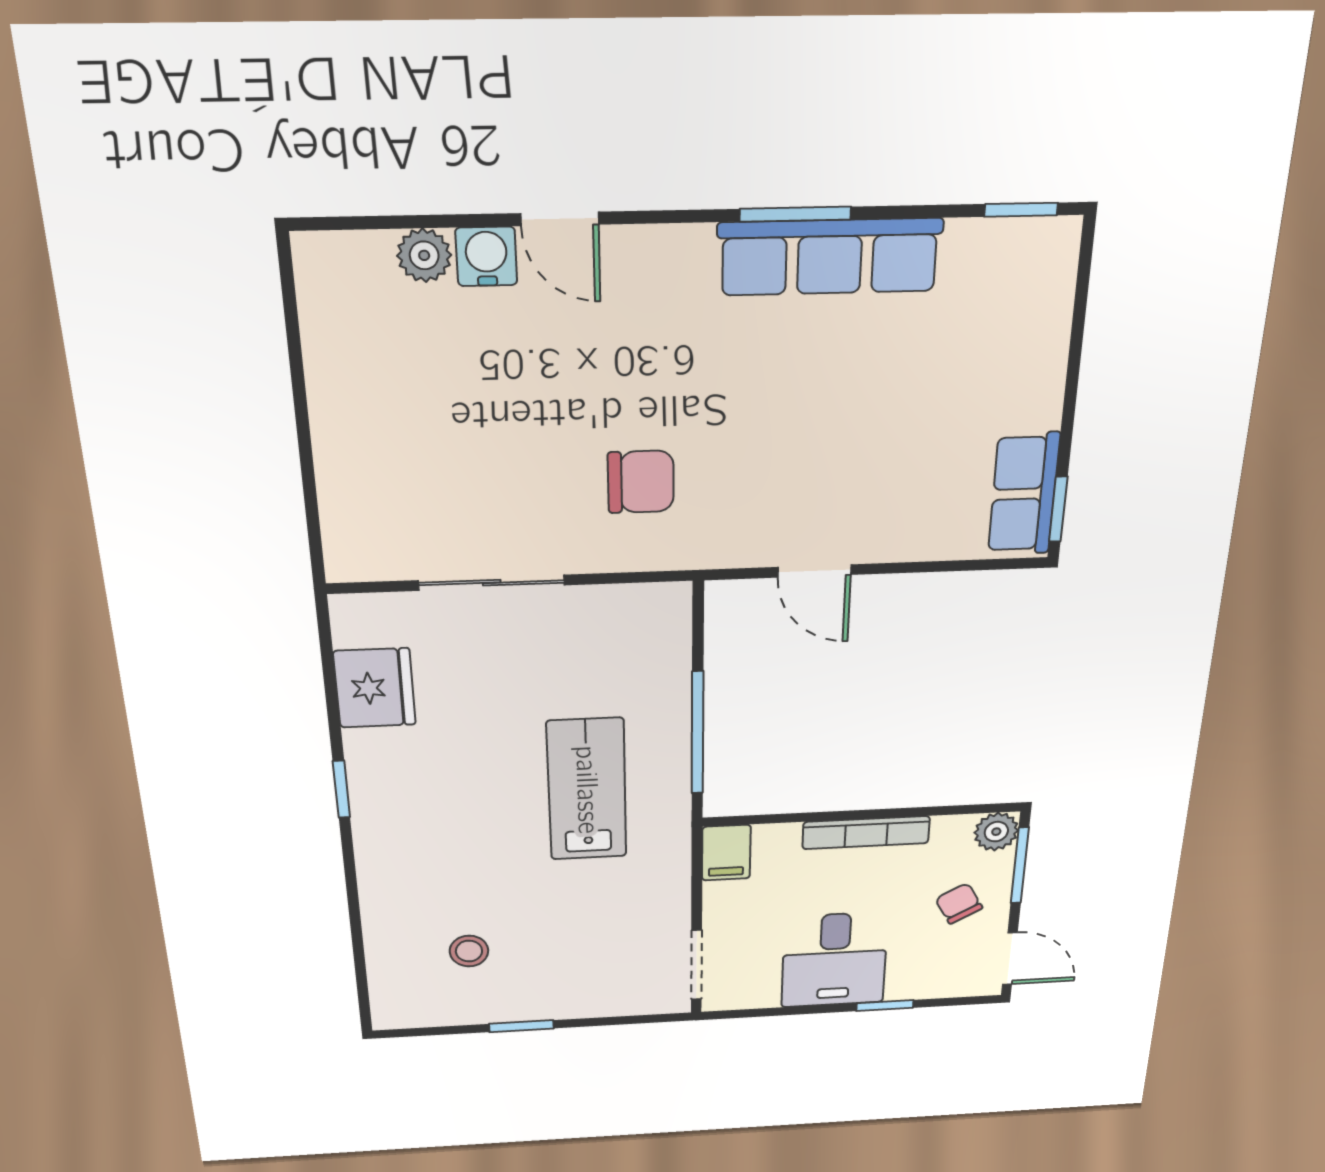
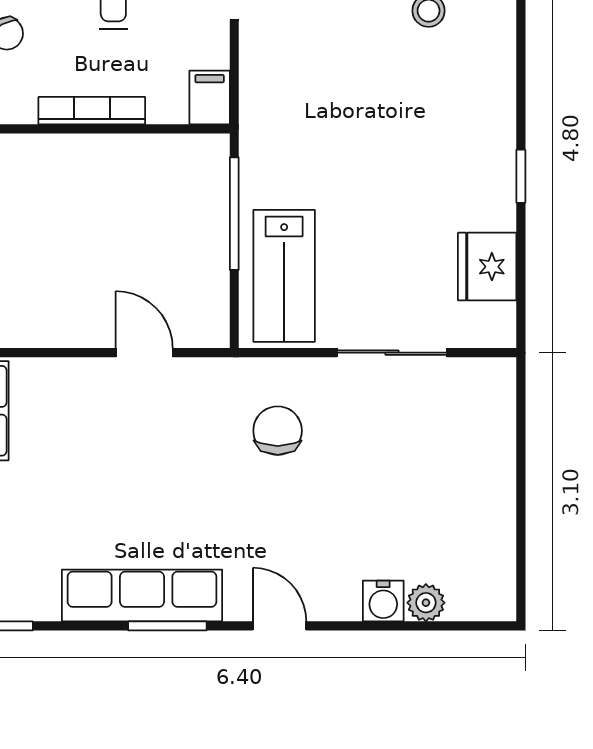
door: (560, 219) -> (279, 626), moved
chair: (641, 482) -> (278, 431), turned 90
lab bench: (587, 790) -> (284, 276), moved

